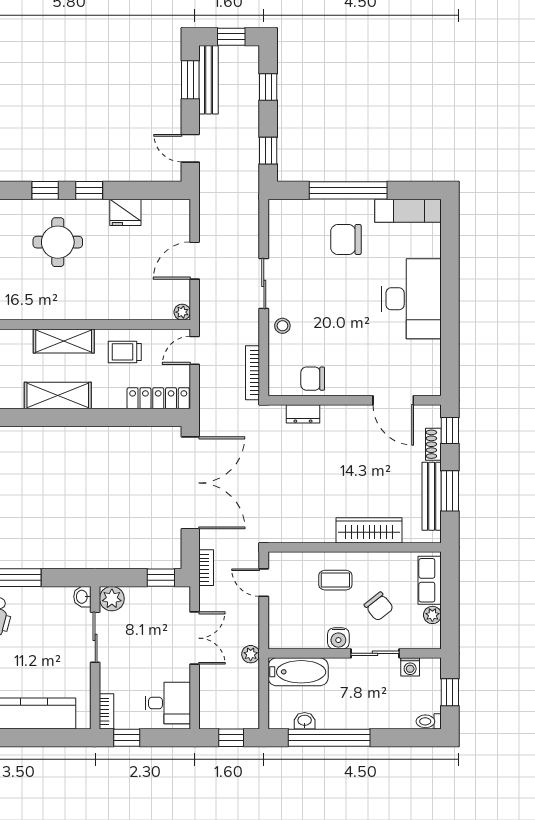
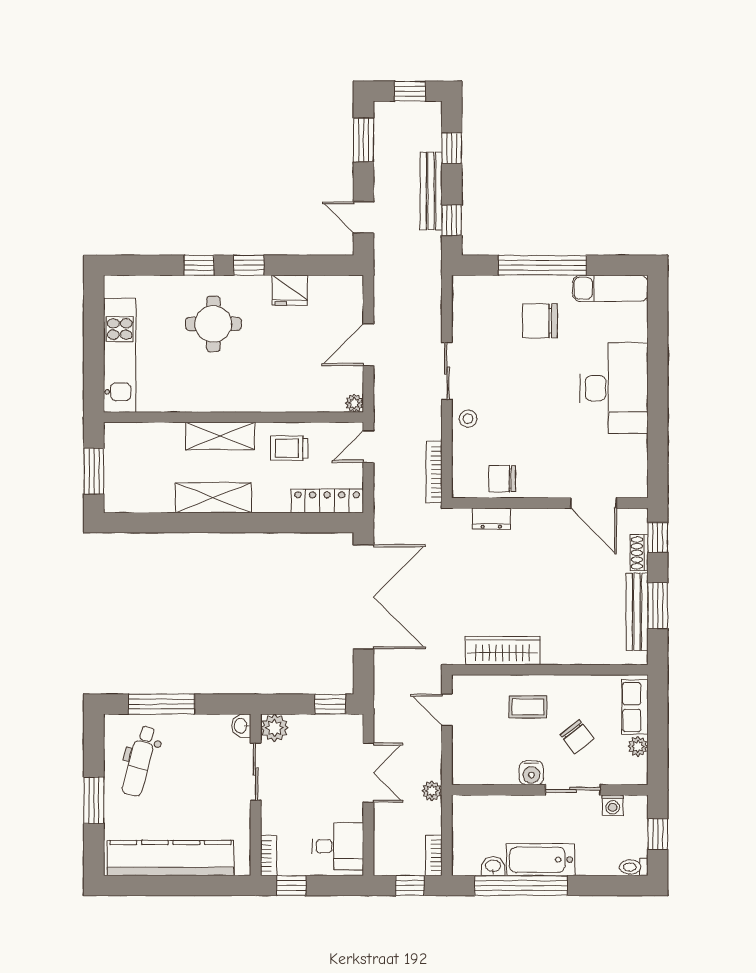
bench: (209, 80) -> (431, 191), moved
wardrobe: (369, 530) -> (503, 650), moved
bookcase: (206, 568) -> (434, 855), moved, turned 180
bathtub: (298, 672) -> (541, 860), moved, turned 180

